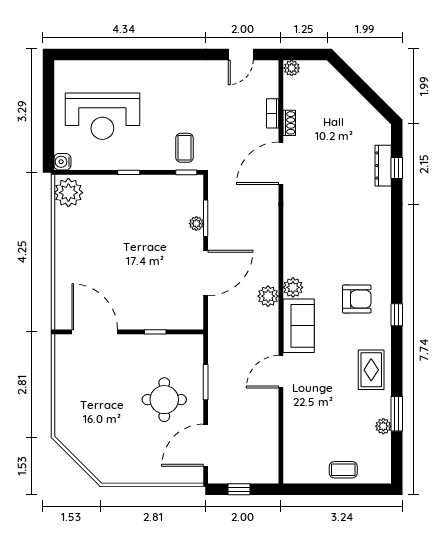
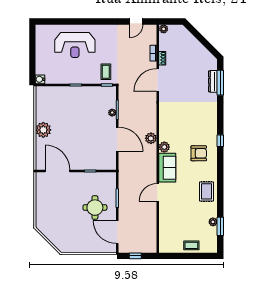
reception desk: (102, 116) -> (75, 45), moved
window: (397, 168) -> (220, 83), width x2.17
plant: (68, 193) -> (43, 130), moved
door: (206, 273) -> (117, 139), hinge flipped
plant: (268, 296) -> (151, 138), moved
window: (397, 315) -> (220, 141), moved
window: (397, 414) -> (220, 226), moved
door: (206, 445) -> (117, 232), hinge flipped

